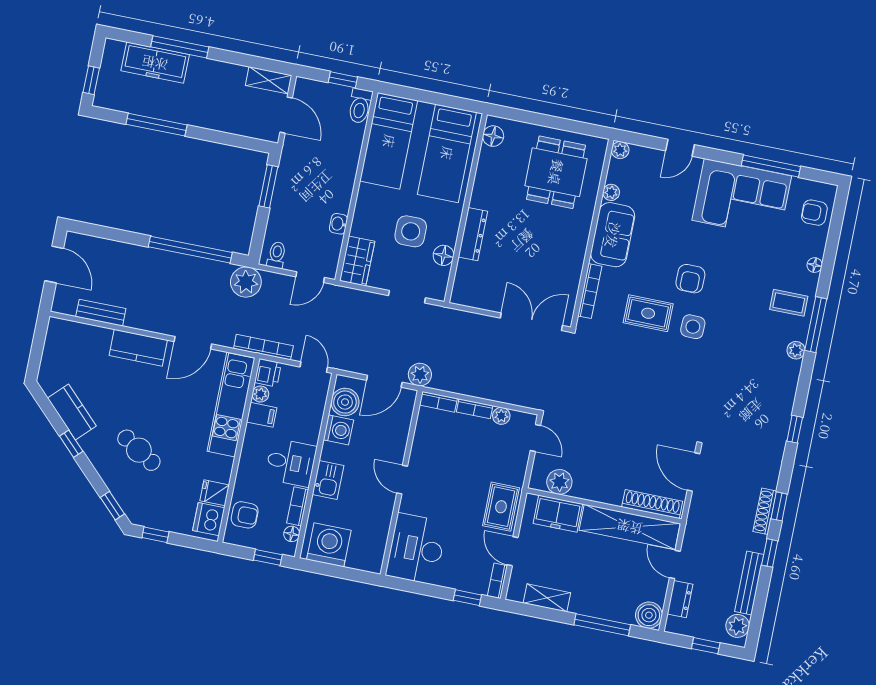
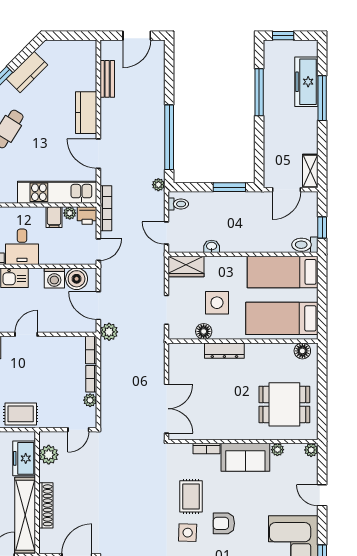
plant: (246, 282) -> (158, 185), width x0.53, depth x0.53
bookcase: (590, 291) -> (206, 449), width x0.64
shoe rack: (652, 504) -> (46, 505), moved

